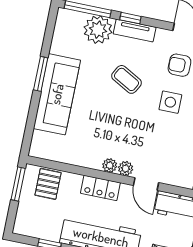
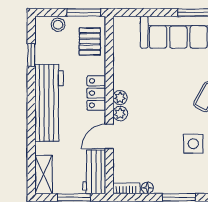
pallet: (48, 184) -> (90, 41), turned 90
stool: (25, 212) -> (58, 25), added

